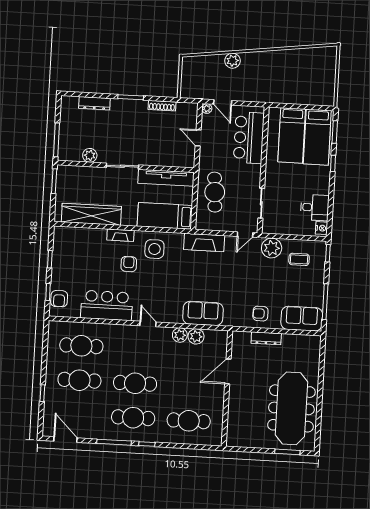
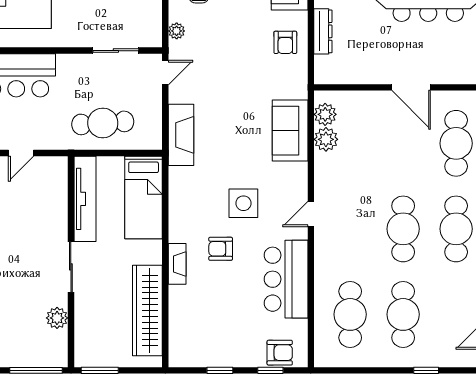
door: (245, 235) -> (165, 73), hinge flipped
plant: (272, 248) -> (177, 31), width x0.53, depth x0.53
side table: (154, 249) -> (243, 203), moved
plant: (180, 335) -> (325, 114), moved
door: (228, 371) -> (411, 87), moved

